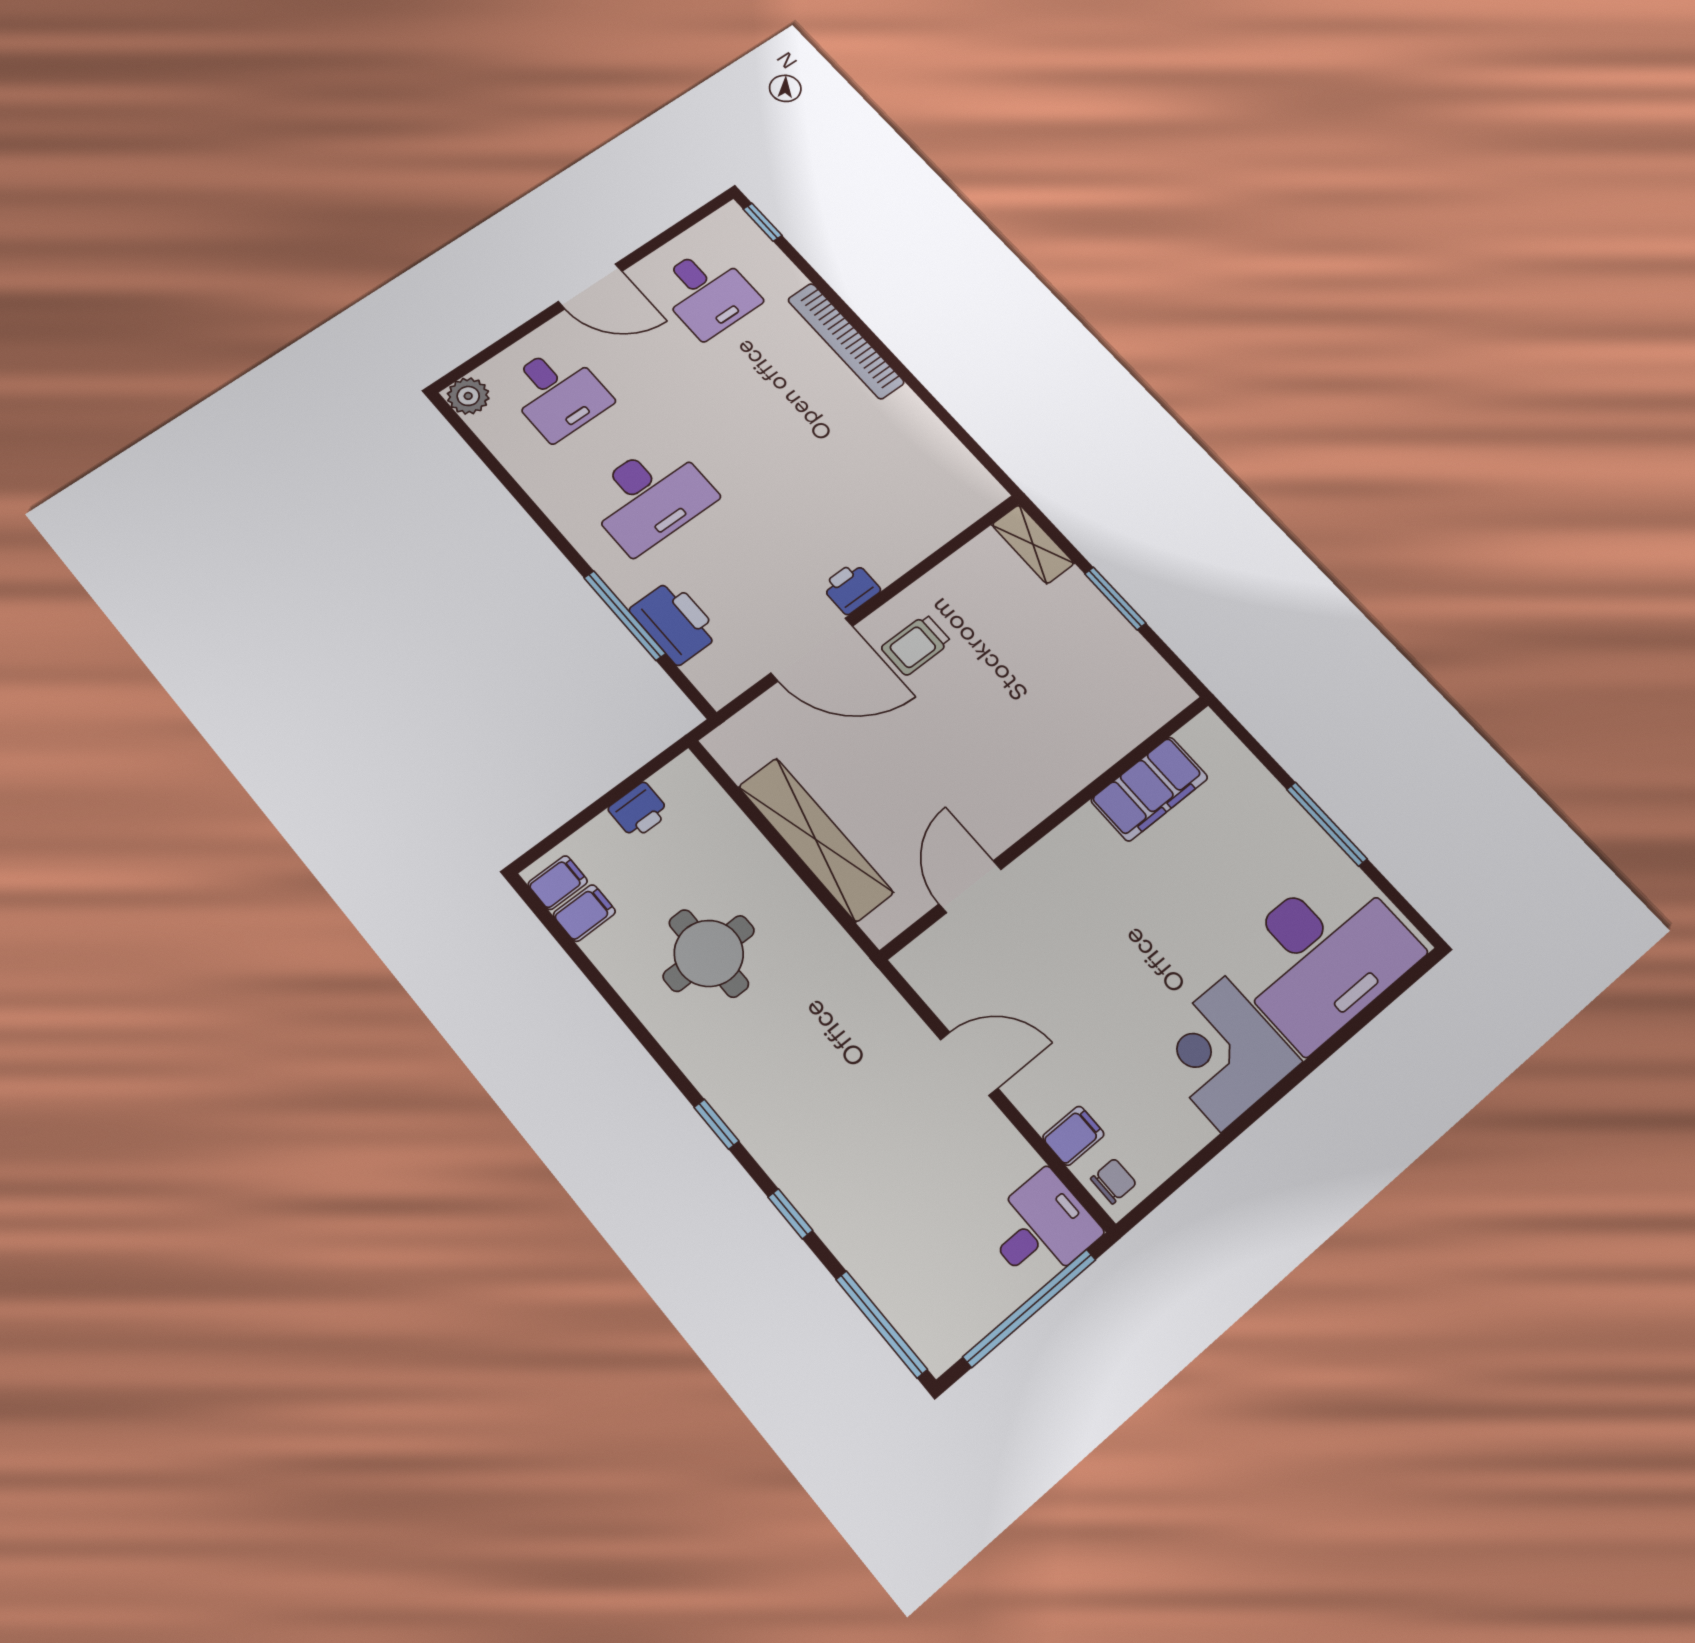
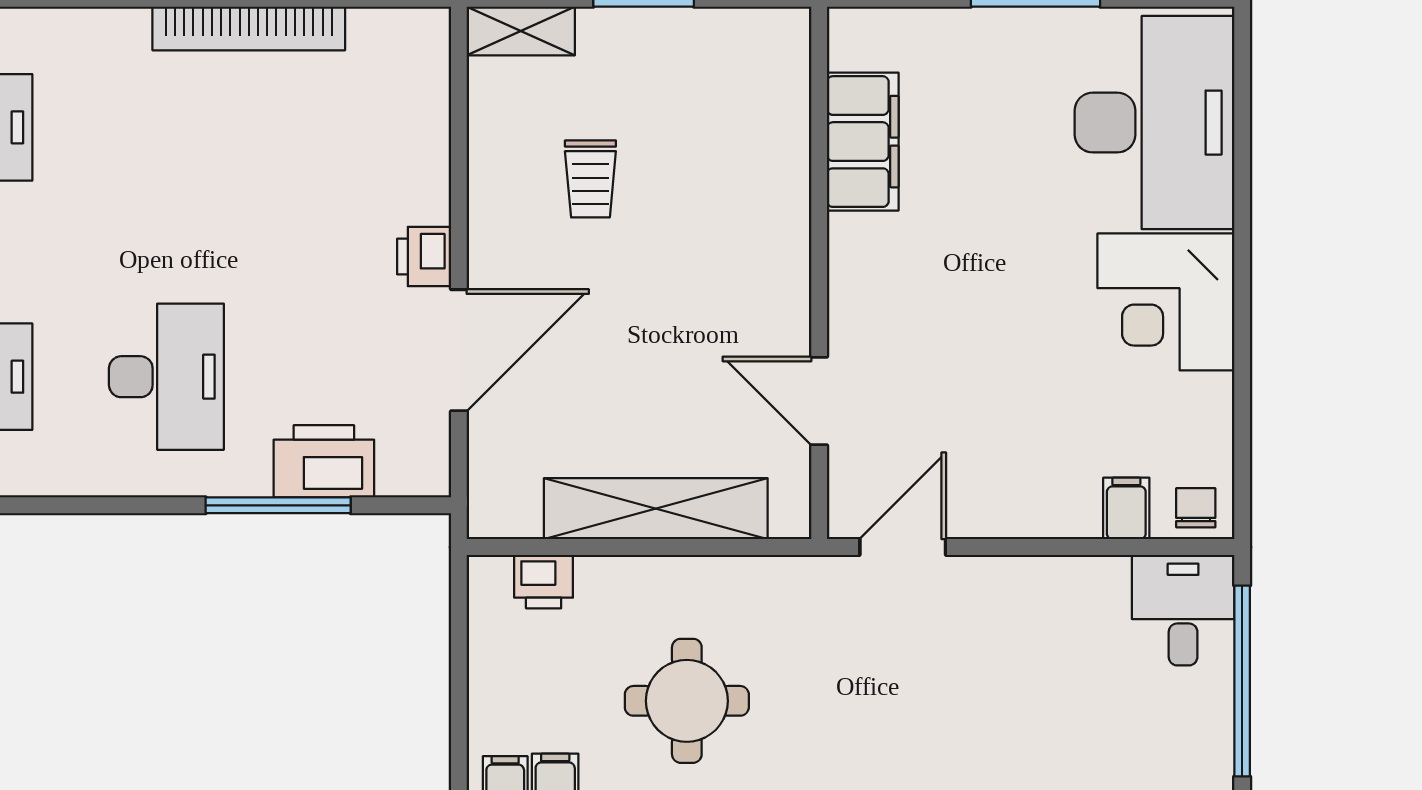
bookcase: (846, 341) -> (249, 28), moved
trolley: (916, 645) -> (590, 179), moved
printer: (639, 811) -> (544, 582), moved, turned 90
door: (969, 1064) -> (903, 547), moved

